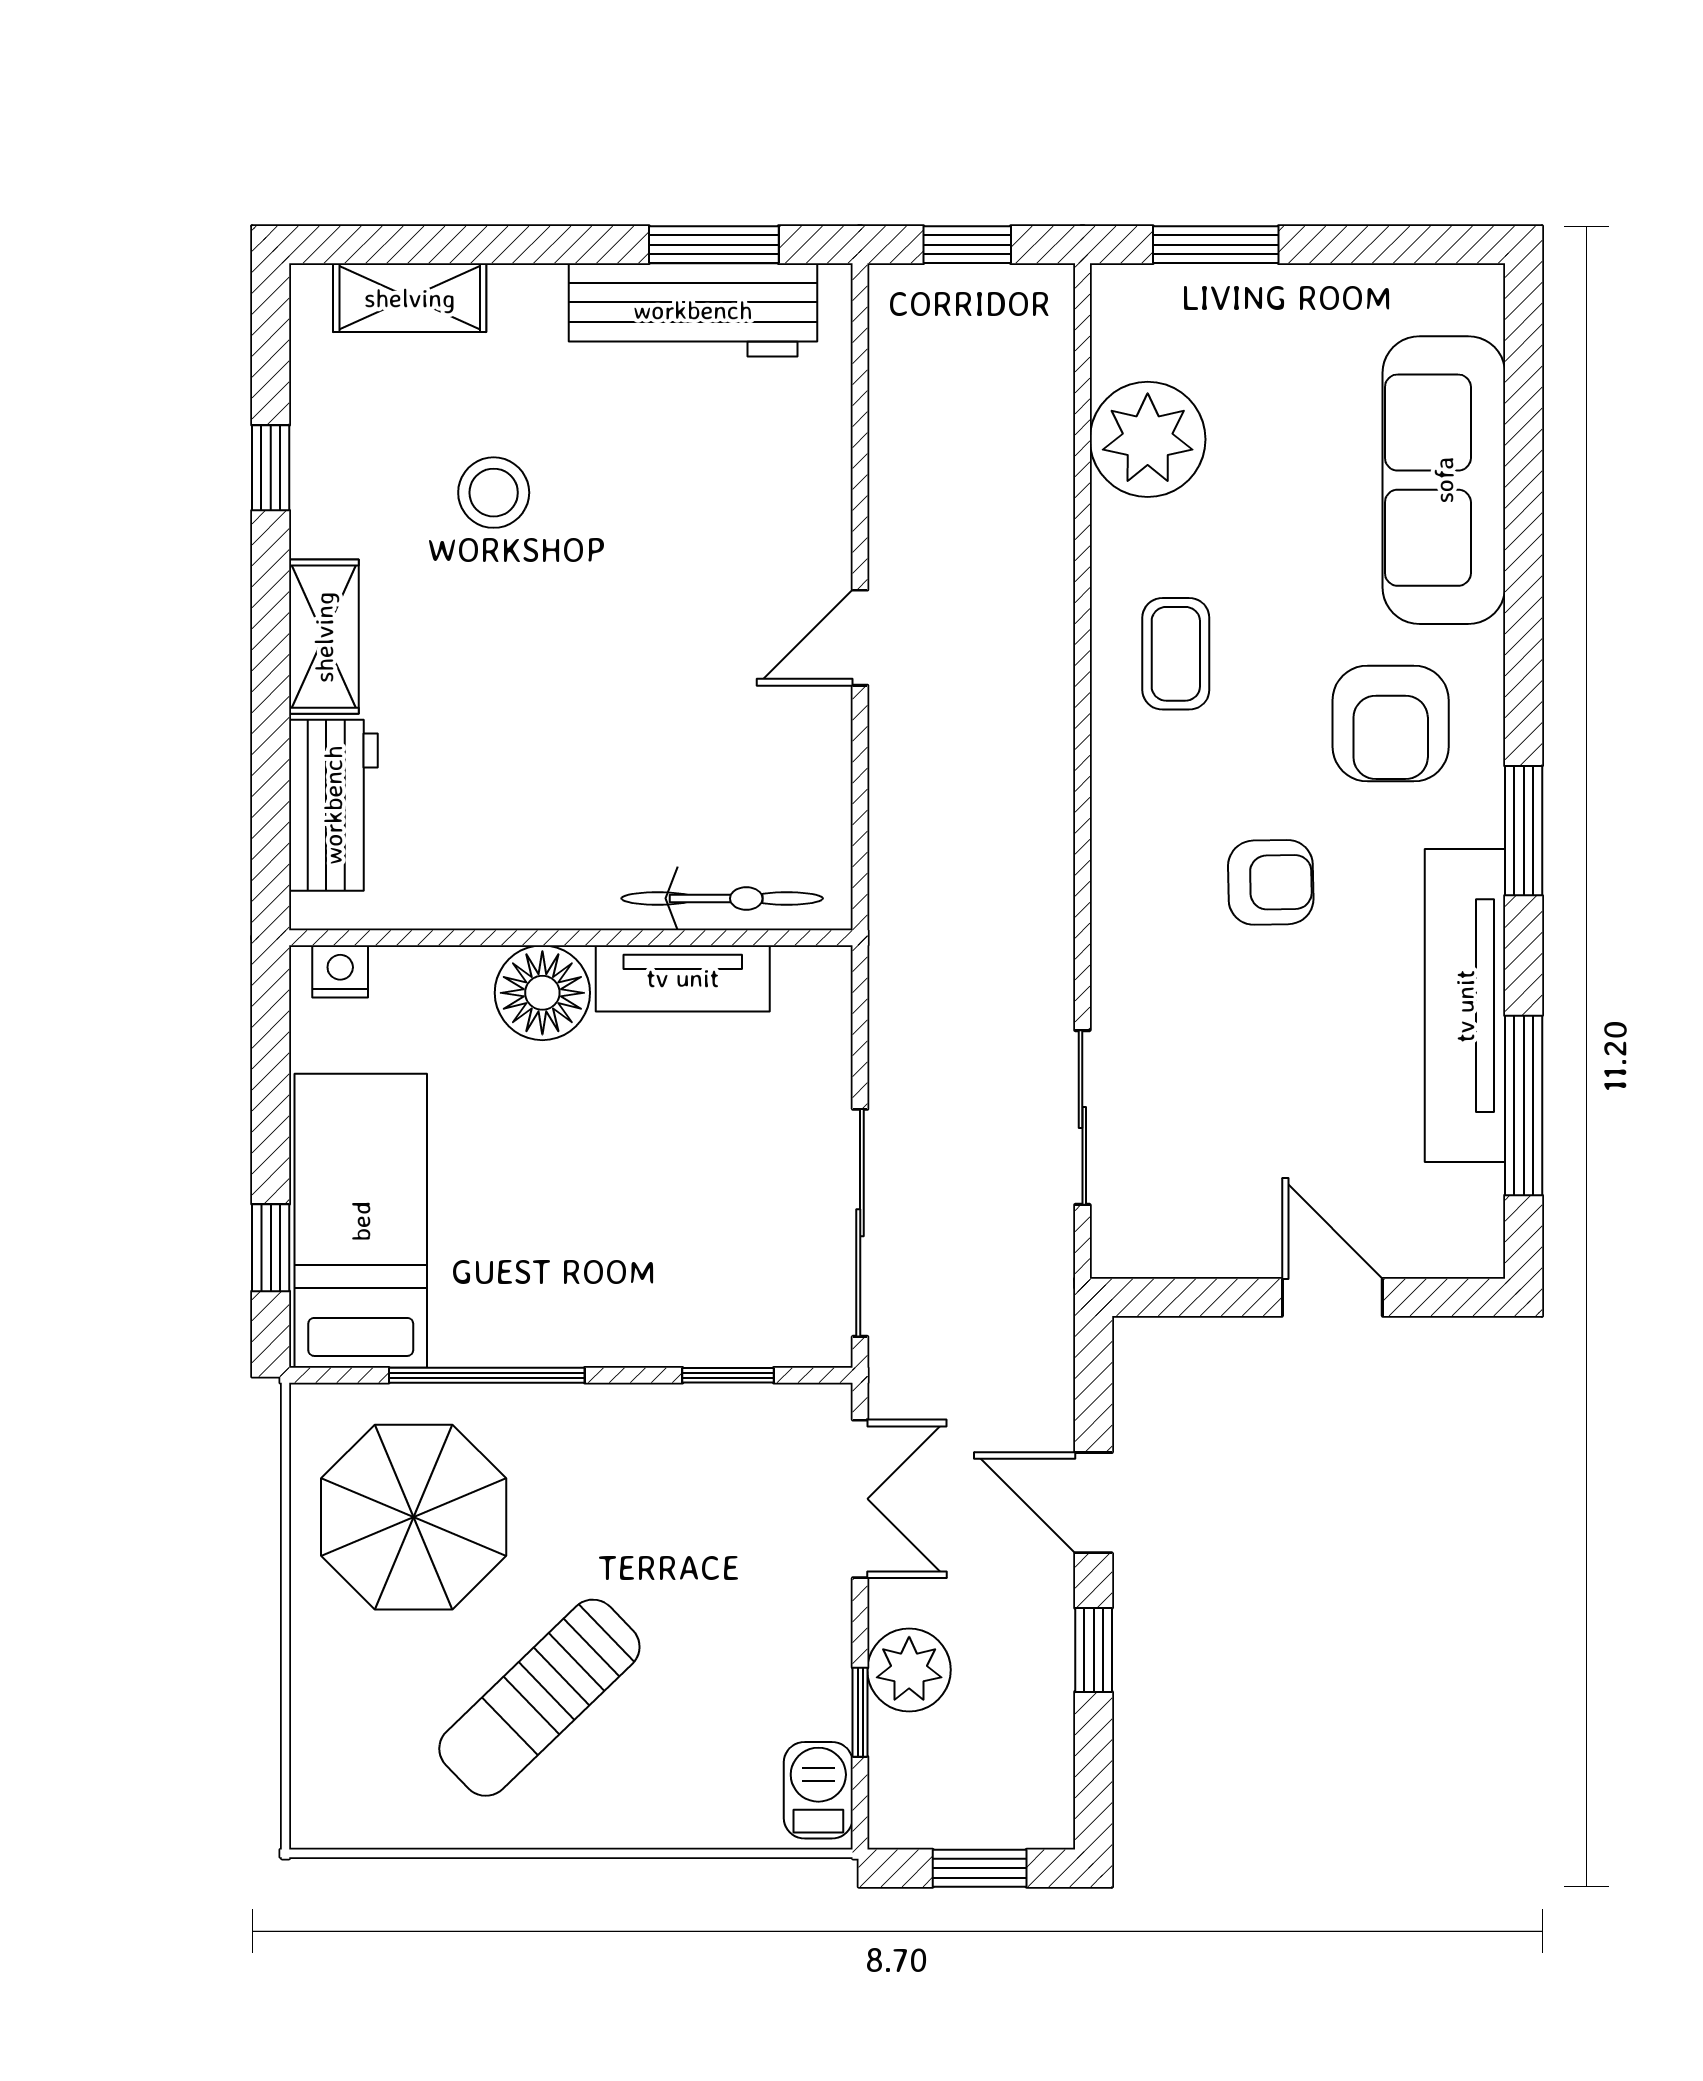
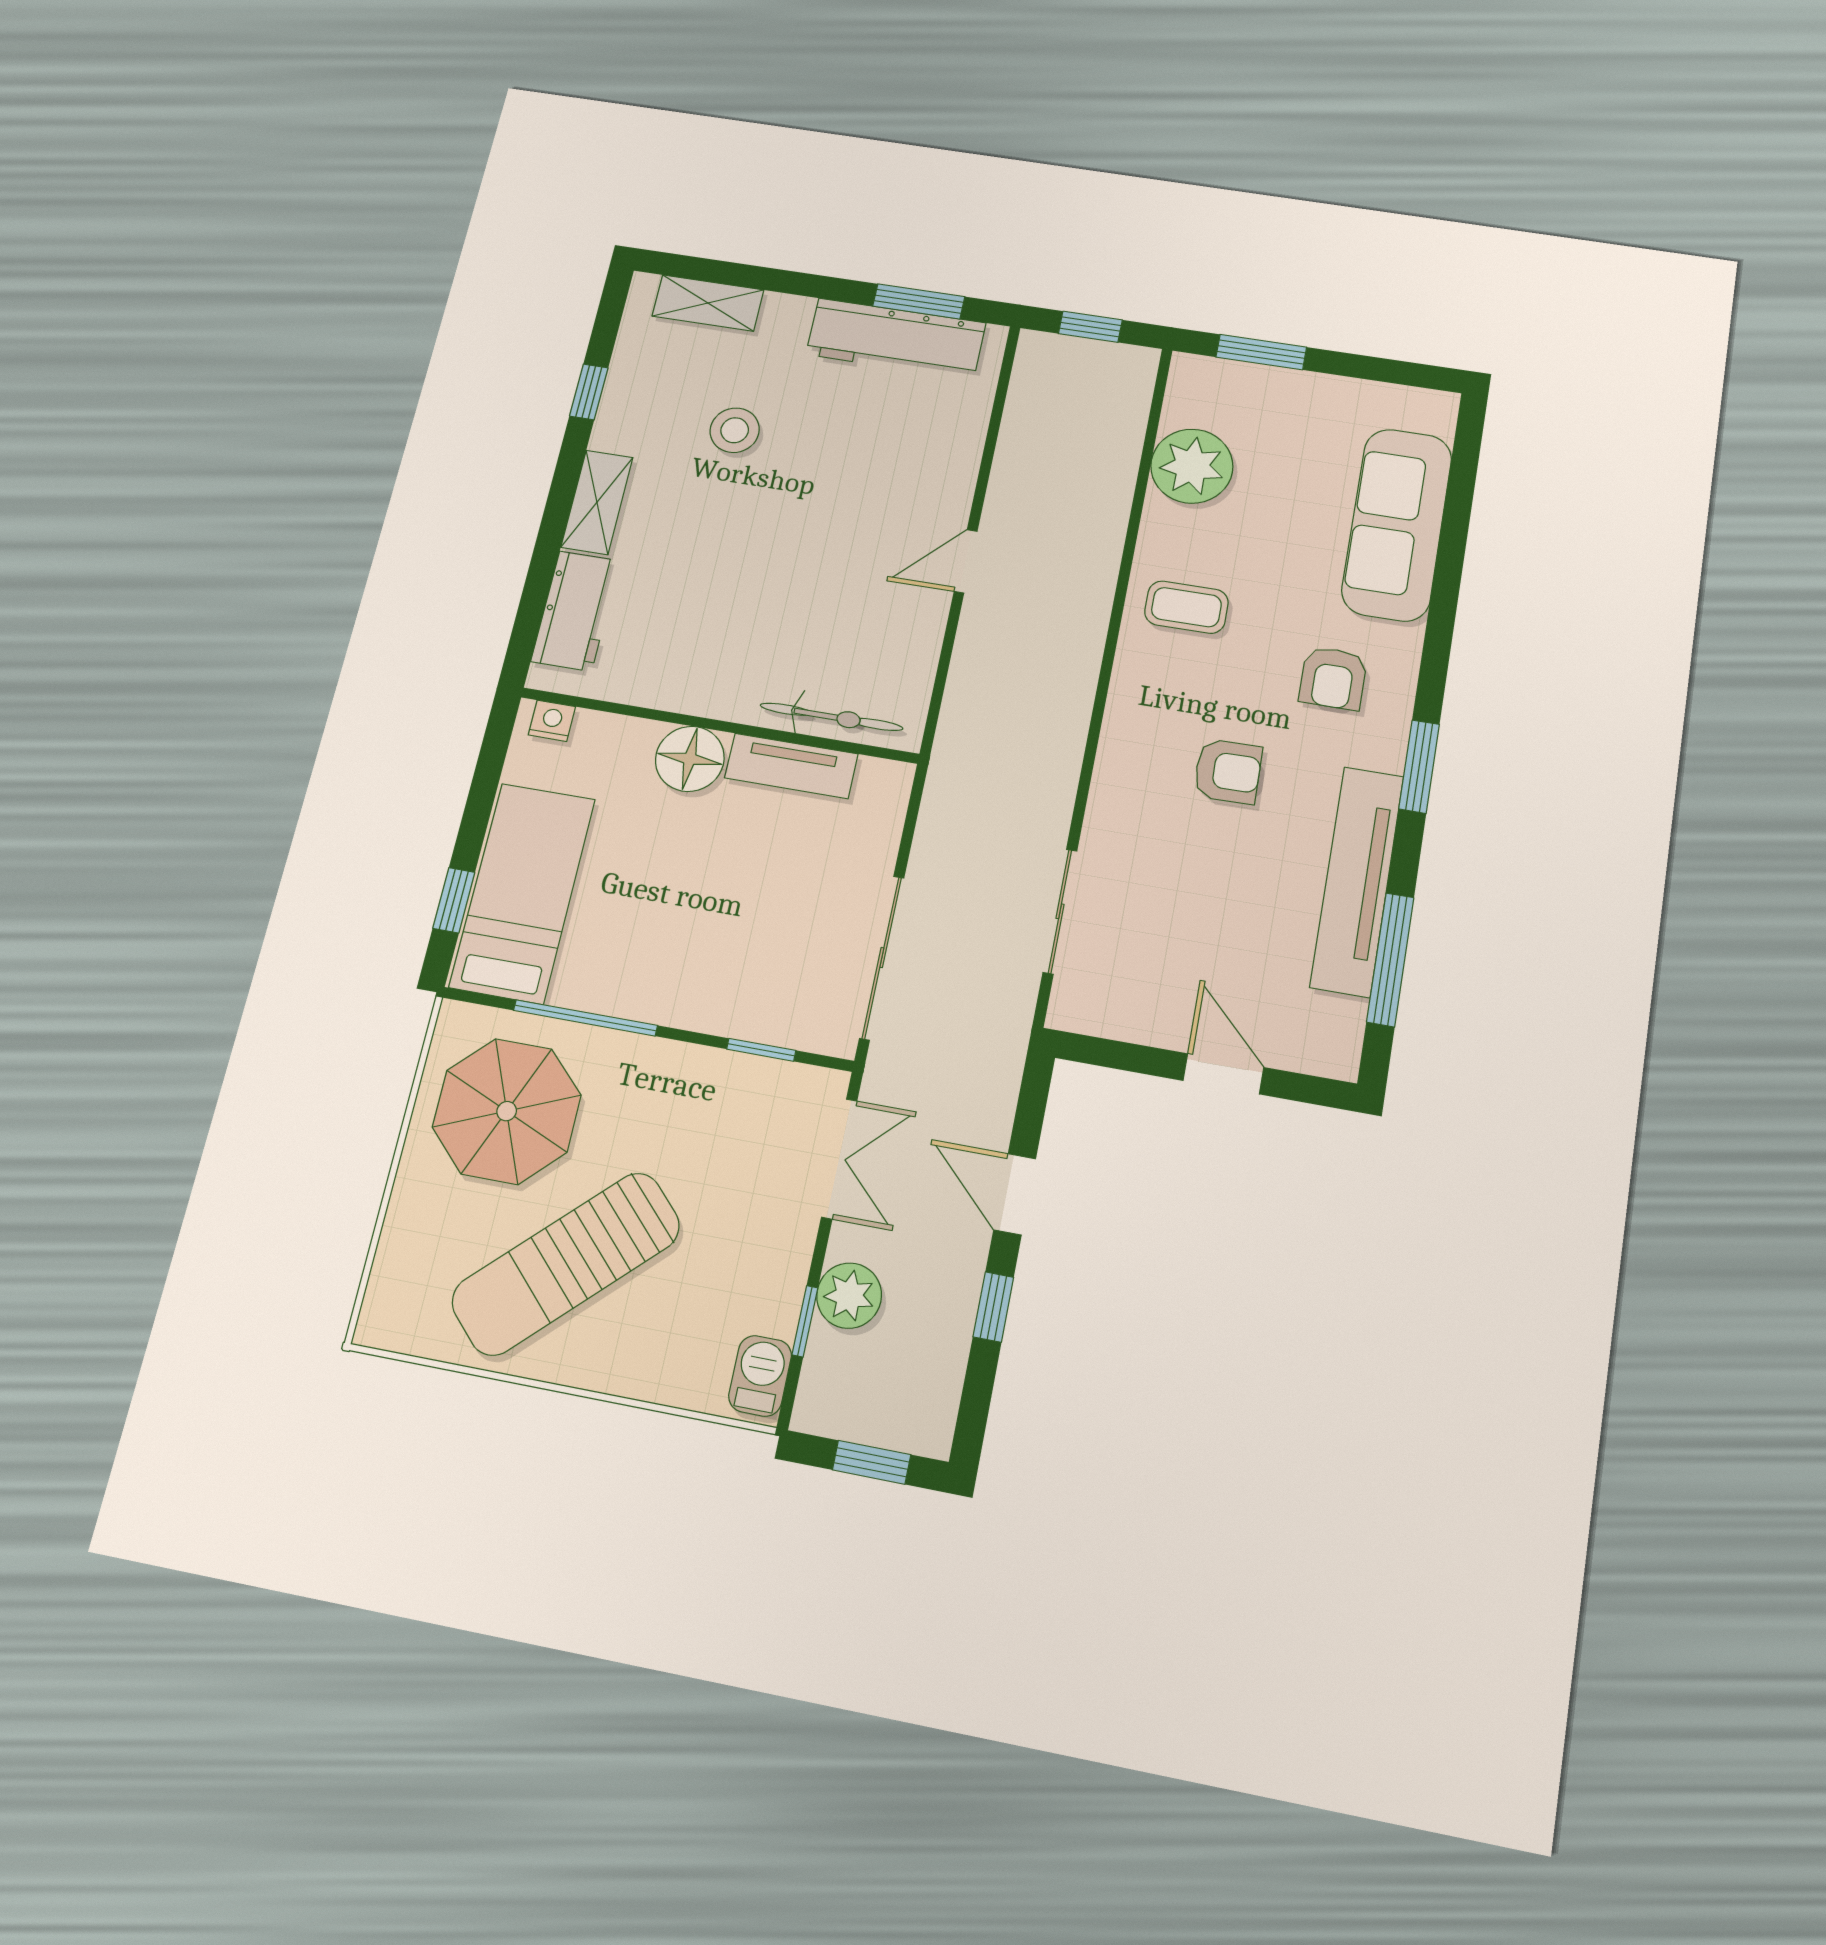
coffee table: (1176, 654) -> (1186, 607), turned 90
armchair: (1391, 723) -> (1333, 678), width x0.72, depth x0.72
sun lounger: (539, 1698) -> (566, 1264), width x1.36, depth x1.34

